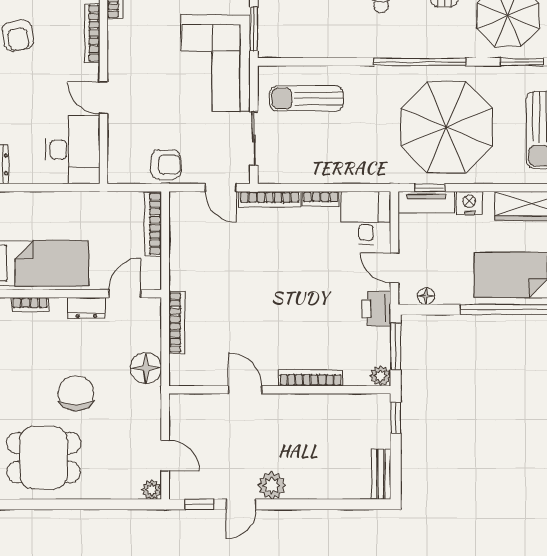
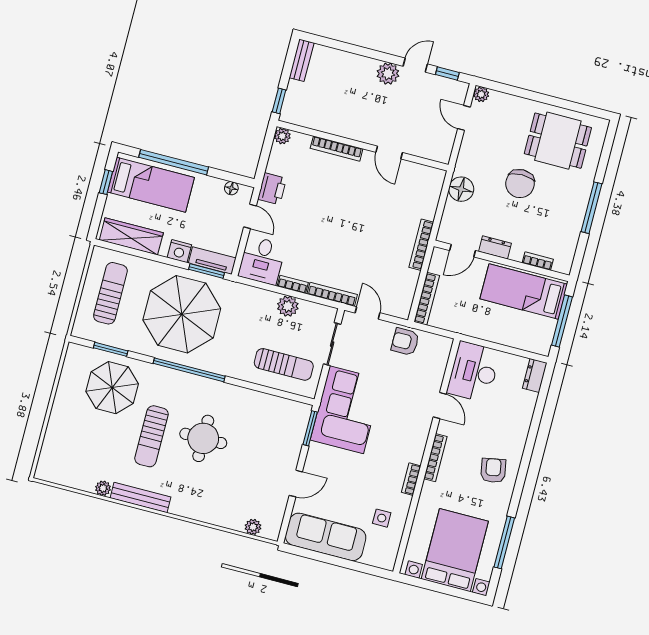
plant: (320, 171) -> (288, 306), added
window: (430, 188) -> (207, 271), width x1.50
bookcase: (177, 323) -> (421, 245), moved
window: (396, 346) -> (265, 156), removed

